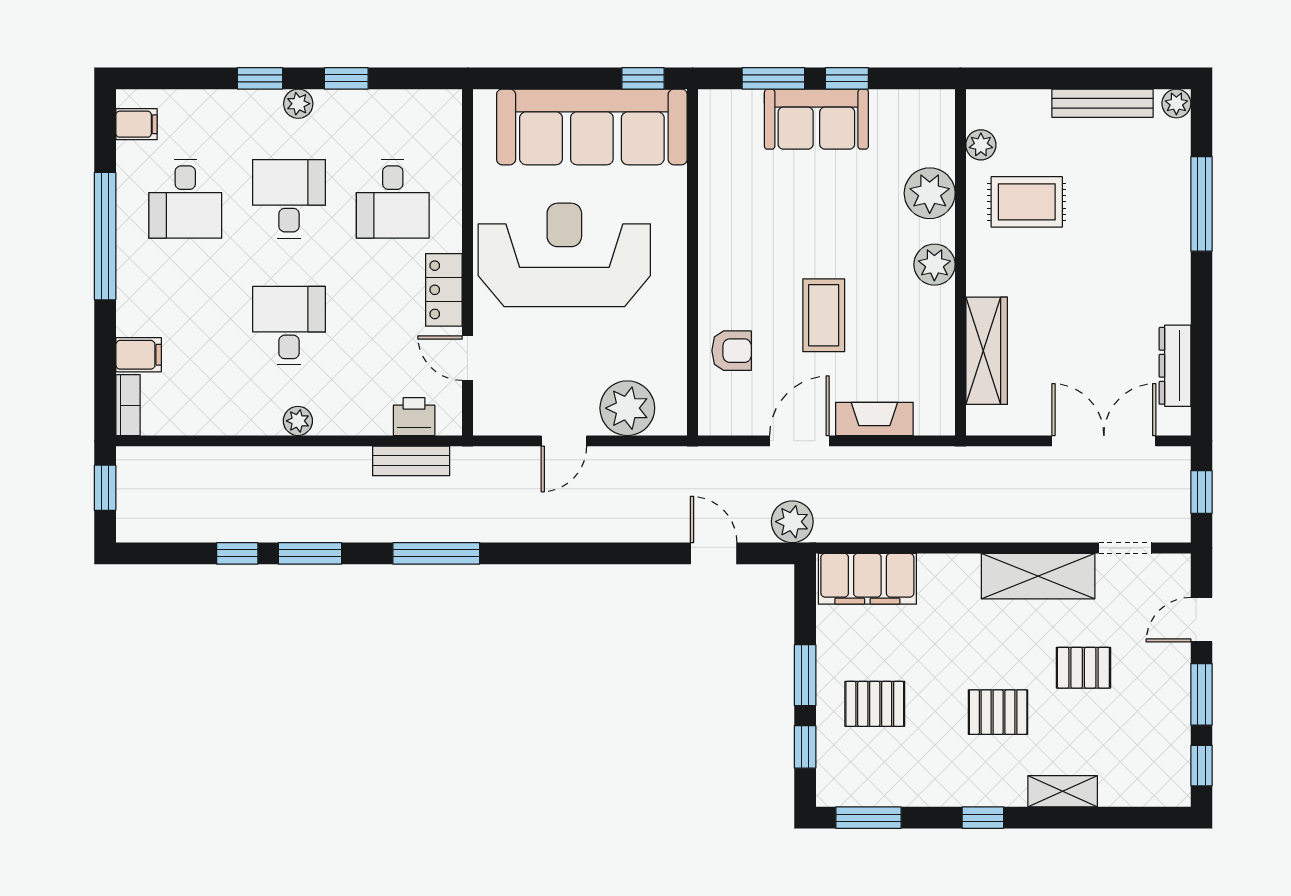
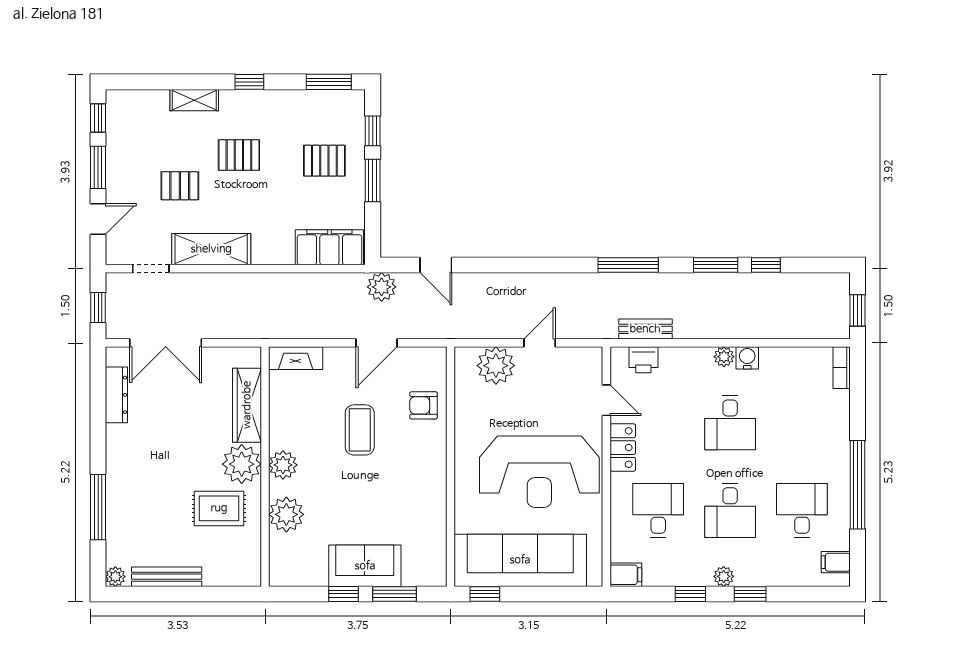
plant: (981, 145) -> (242, 464), moved, width x1.88, depth x1.88
filing cabinet: (139, 355) -> (626, 575), moved, turned 180
water cooler: (264, 419) -> (747, 358), added
fireplace: (874, 419) -> (296, 358), moved

